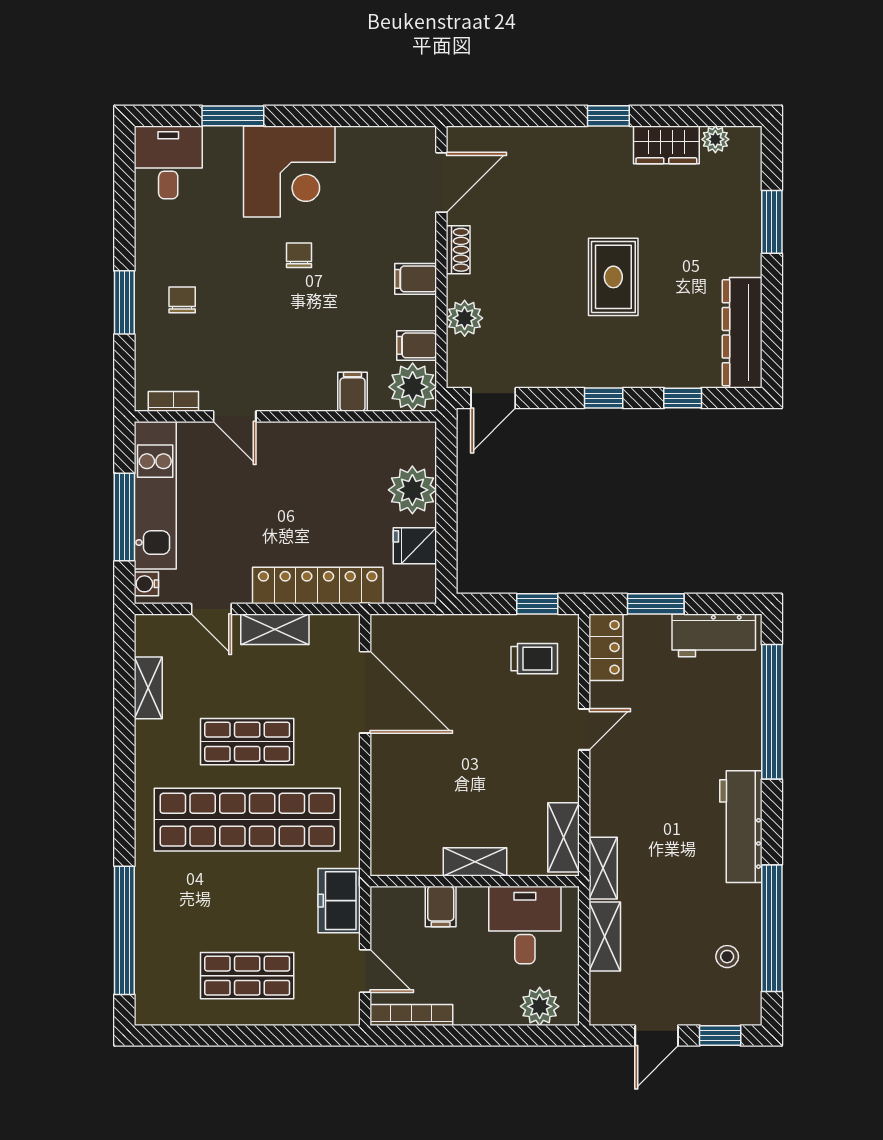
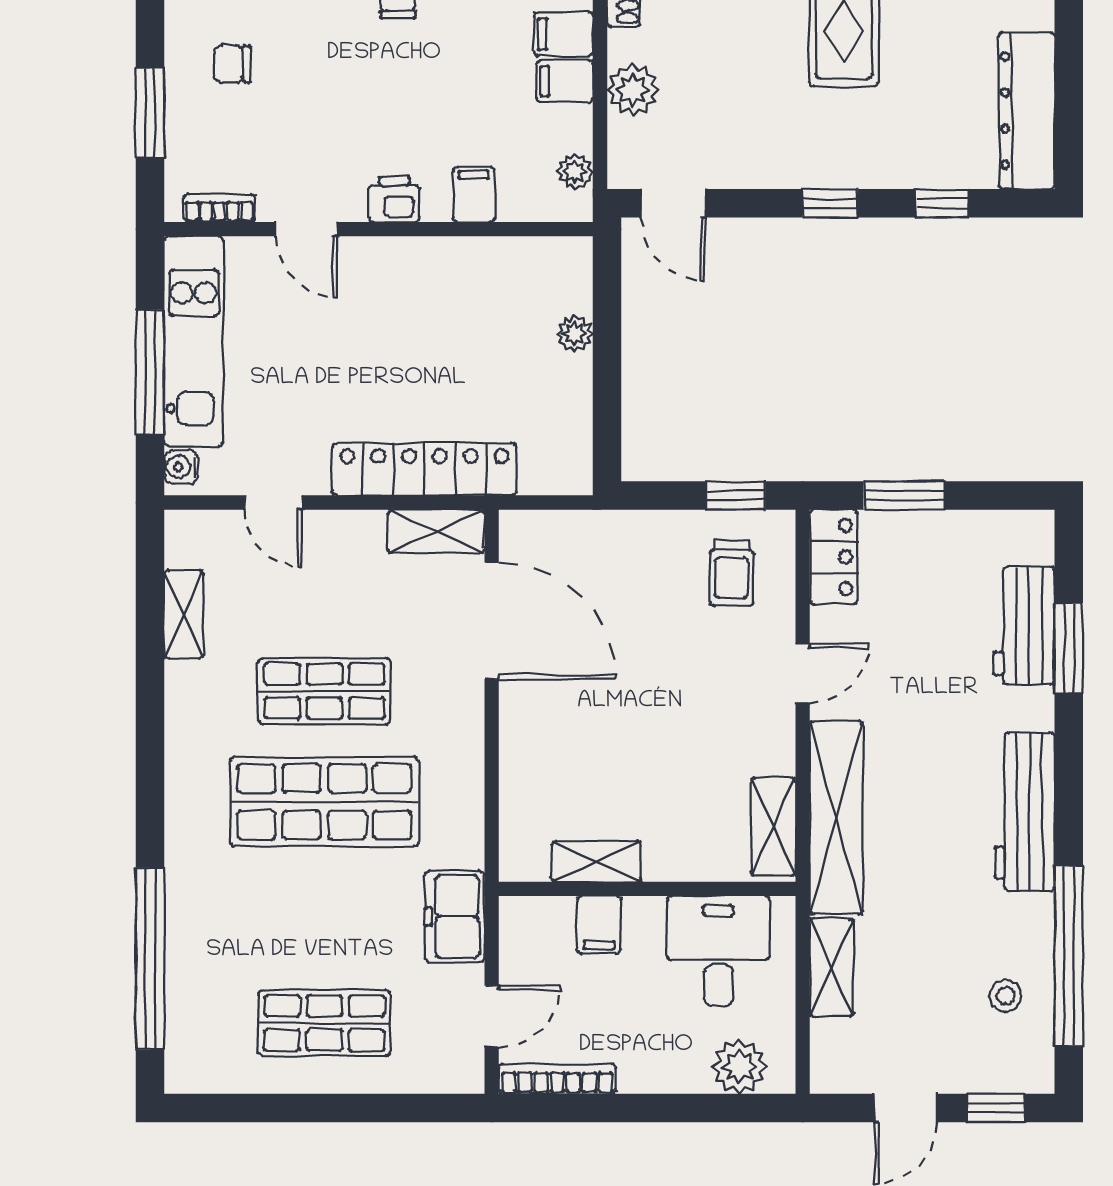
chair: (182, 300) -> (232, 64), turned -90
window: (124, 302) -> (150, 113), moved
filing cabinet: (417, 345) -> (565, 81), moved
plant: (413, 387) -> (575, 172), width x0.53, depth x0.53
printer: (297, 395) -> (394, 199), added
door: (493, 398) -> (673, 203), hinge flipped
plant: (412, 490) -> (575, 334), width x0.53, depth x0.53
fridge: (415, 546) -> (562, 413), removed
shelving: (275, 629) -> (436, 531), moved
workbench: (714, 635) -> (1024, 626), moved, turned 90
trolley: (534, 659) -> (732, 573), turned 90
window: (772, 712) -> (1069, 649), width x0.47
shop shelf: (247, 820) -> (324, 802), width x0.71
shelving: (475, 862) -> (596, 862), moved
shelving: (603, 868) -> (836, 818), width x2.20, depth x1.33
door: (365, 971) -> (492, 1016), hinge flipped

